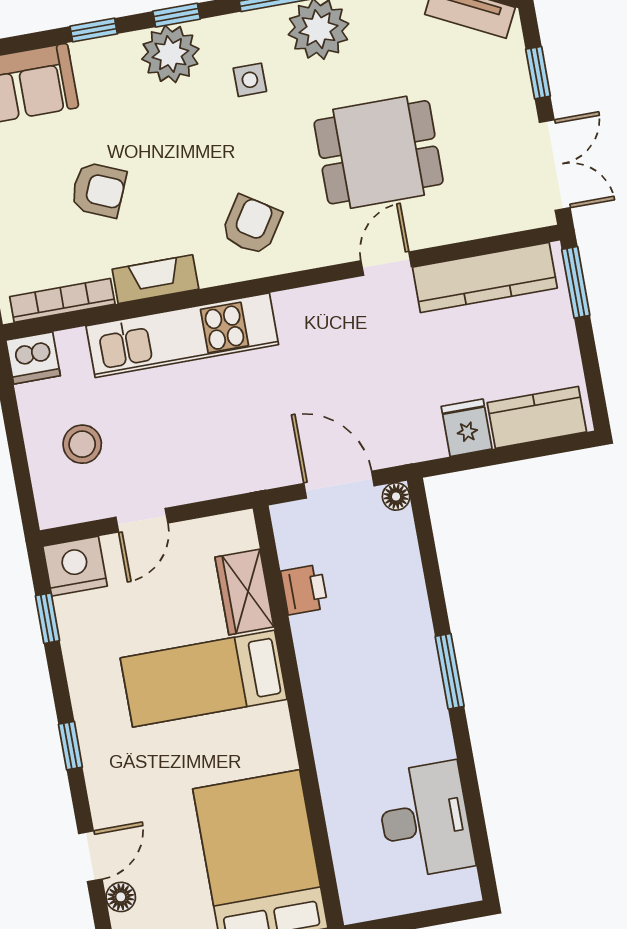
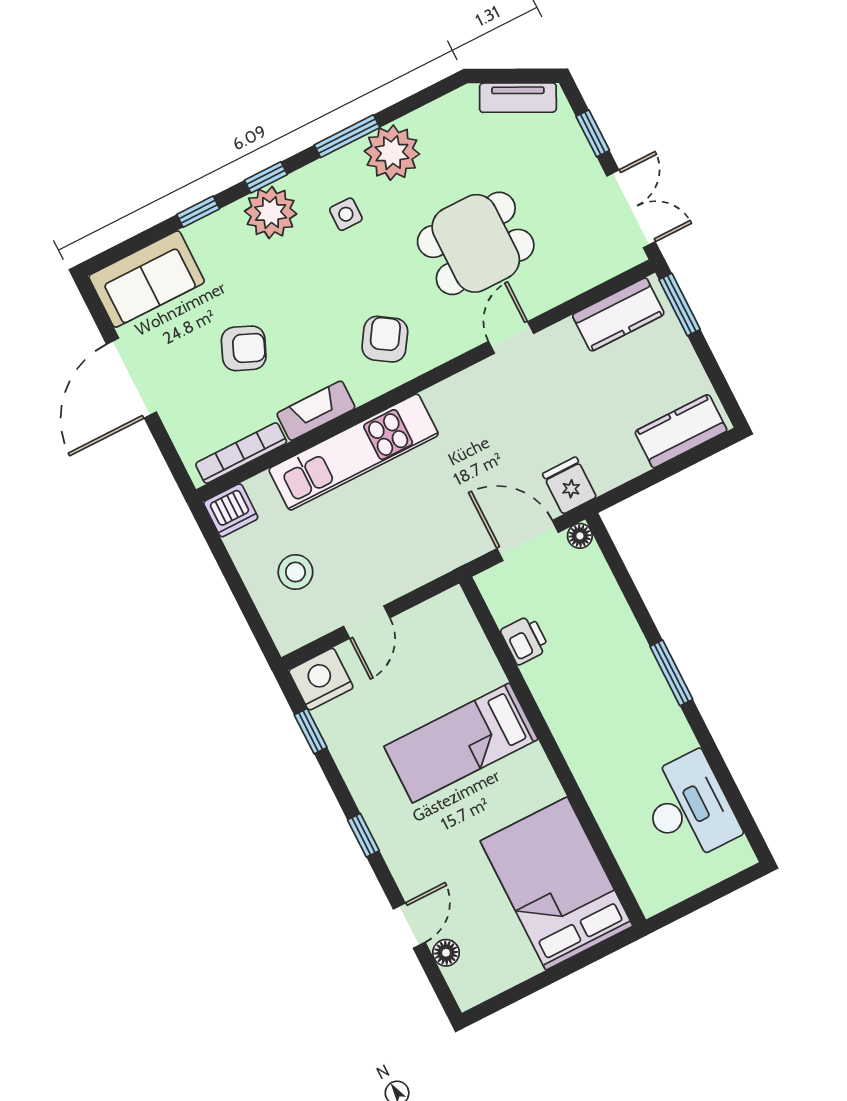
kitchen counter: (485, 278) -> (618, 315), width x0.67
fridge: (467, 428) -> (569, 485), moved
wardrobe: (244, 592) -> (474, 658), removed

